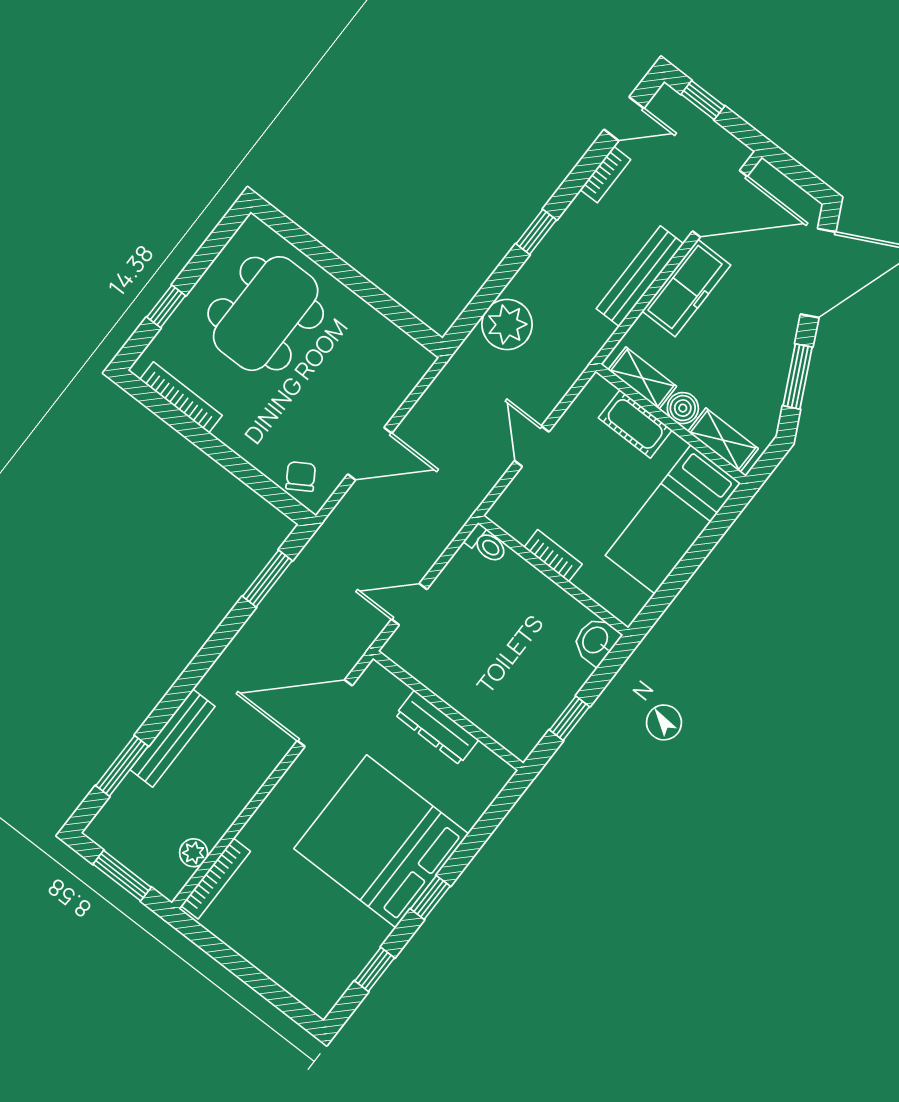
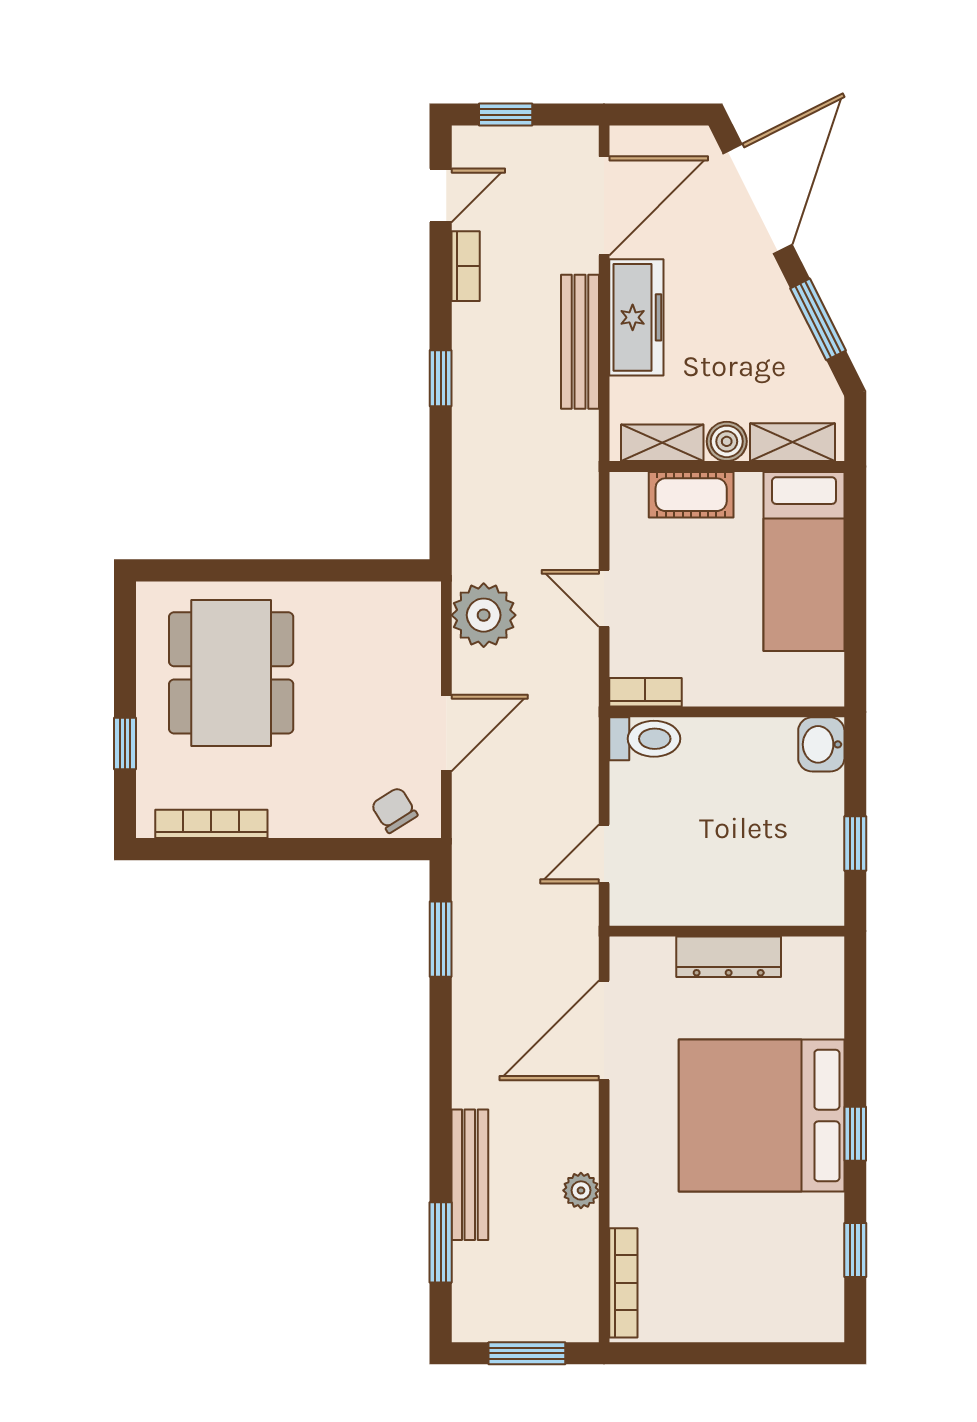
plant: (507, 324) -> (484, 615), moved
toilet: (486, 544) -> (645, 739), width x1.37, depth x1.39
bookcase: (553, 556) -> (645, 692), moved
plant: (194, 853) -> (581, 1190), moved

